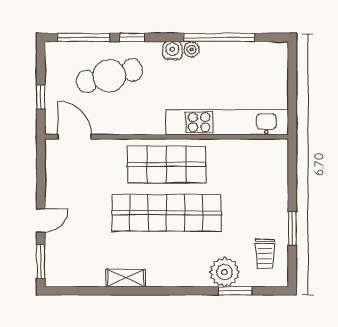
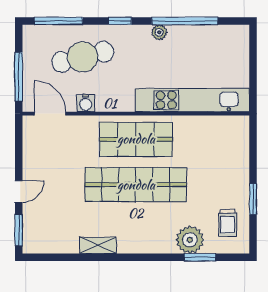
window: (132, 37) -> (120, 21), moved
water cooler: (172, 51) -> (86, 103), moved, turned 180
window: (41, 97) -> (19, 77), width x2.17

